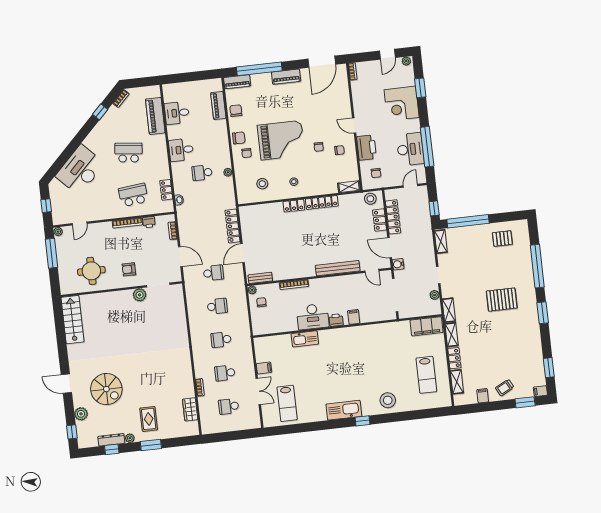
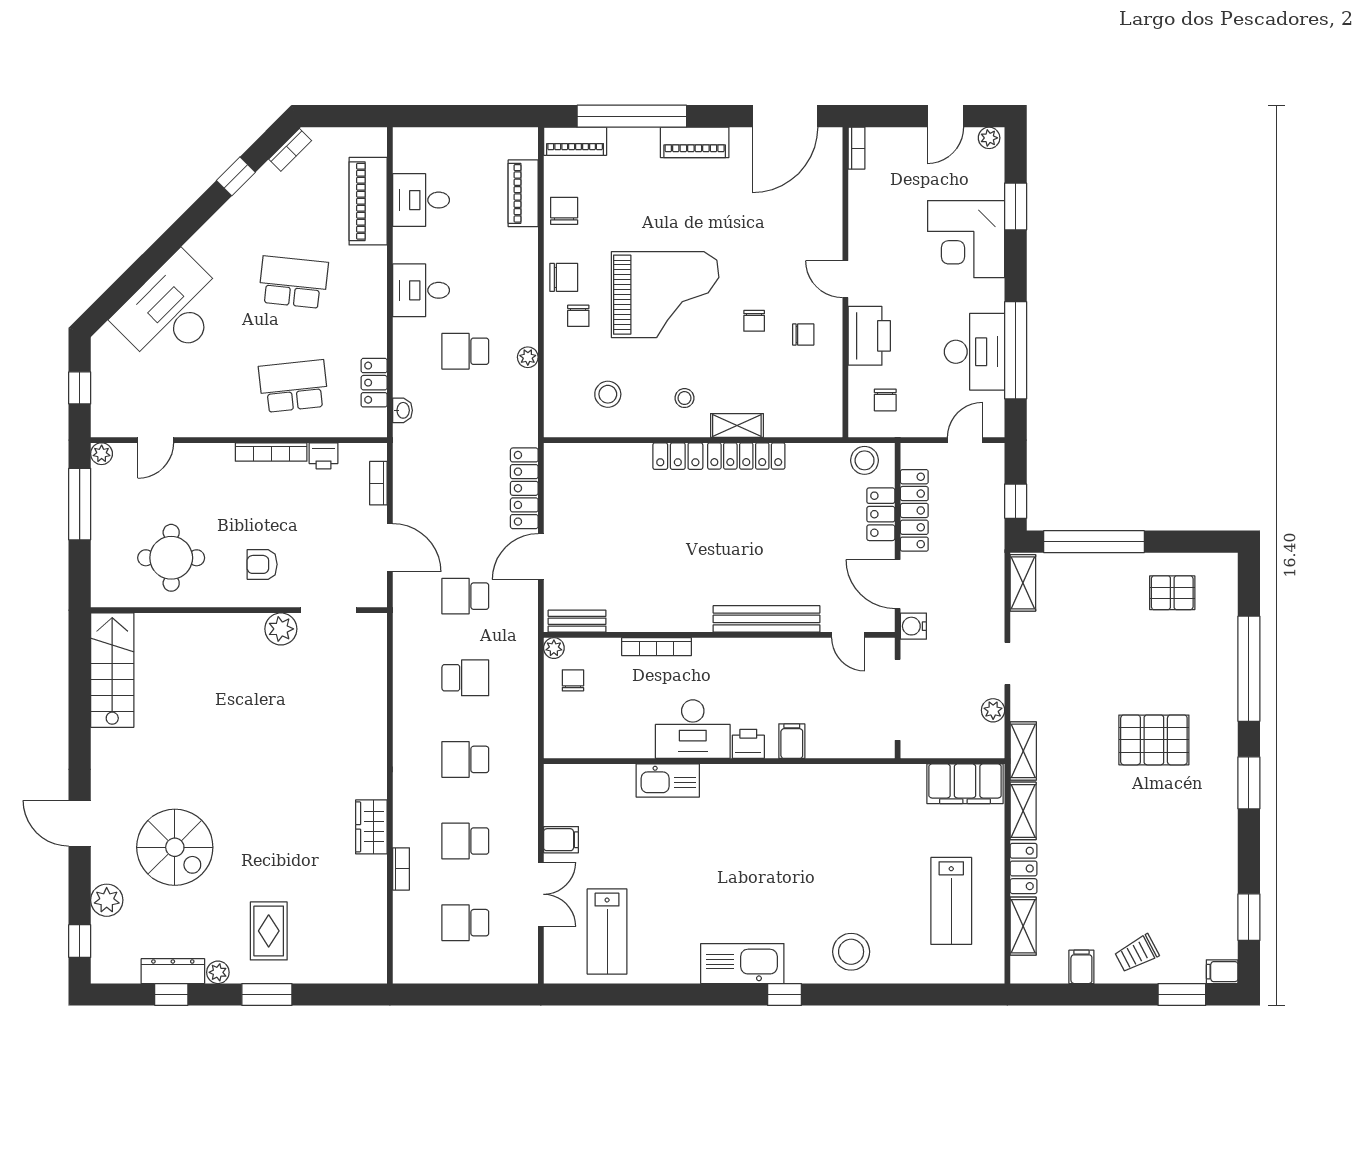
shelving: (349, 187) -> (737, 425), moved
school desk: (213, 273) -> (465, 596), turned 180
wardrobe: (190, 409) -> (371, 827), moved

